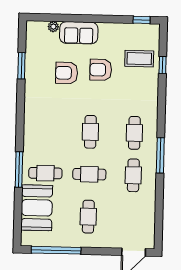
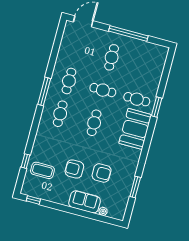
armchair: (101, 70) -> (74, 169), turned 180
window: (19, 169) -> (157, 107), width x0.69
booth: (37, 208) -> (135, 129), moved
window: (56, 250) -> (128, 33), moved

